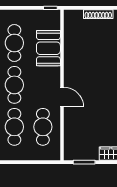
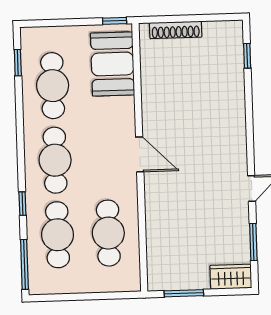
shoe rack: (98, 14) -> (176, 30), moved
booth: (48, 48) -> (113, 64), moved
door: (62, 97) -> (140, 154), moved

